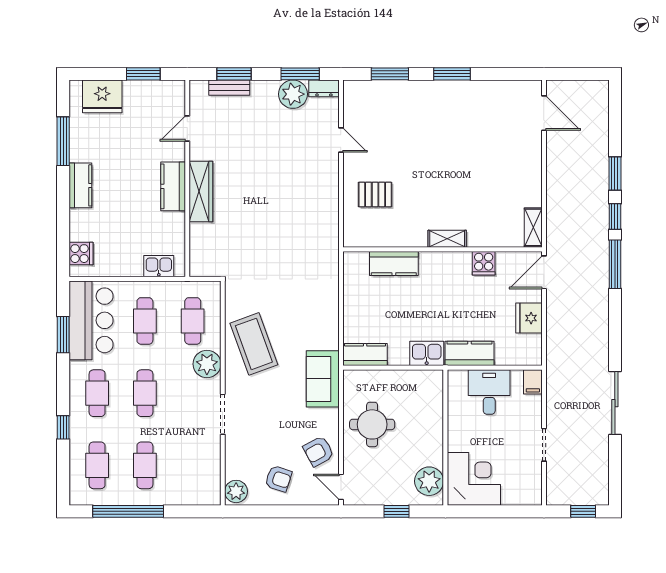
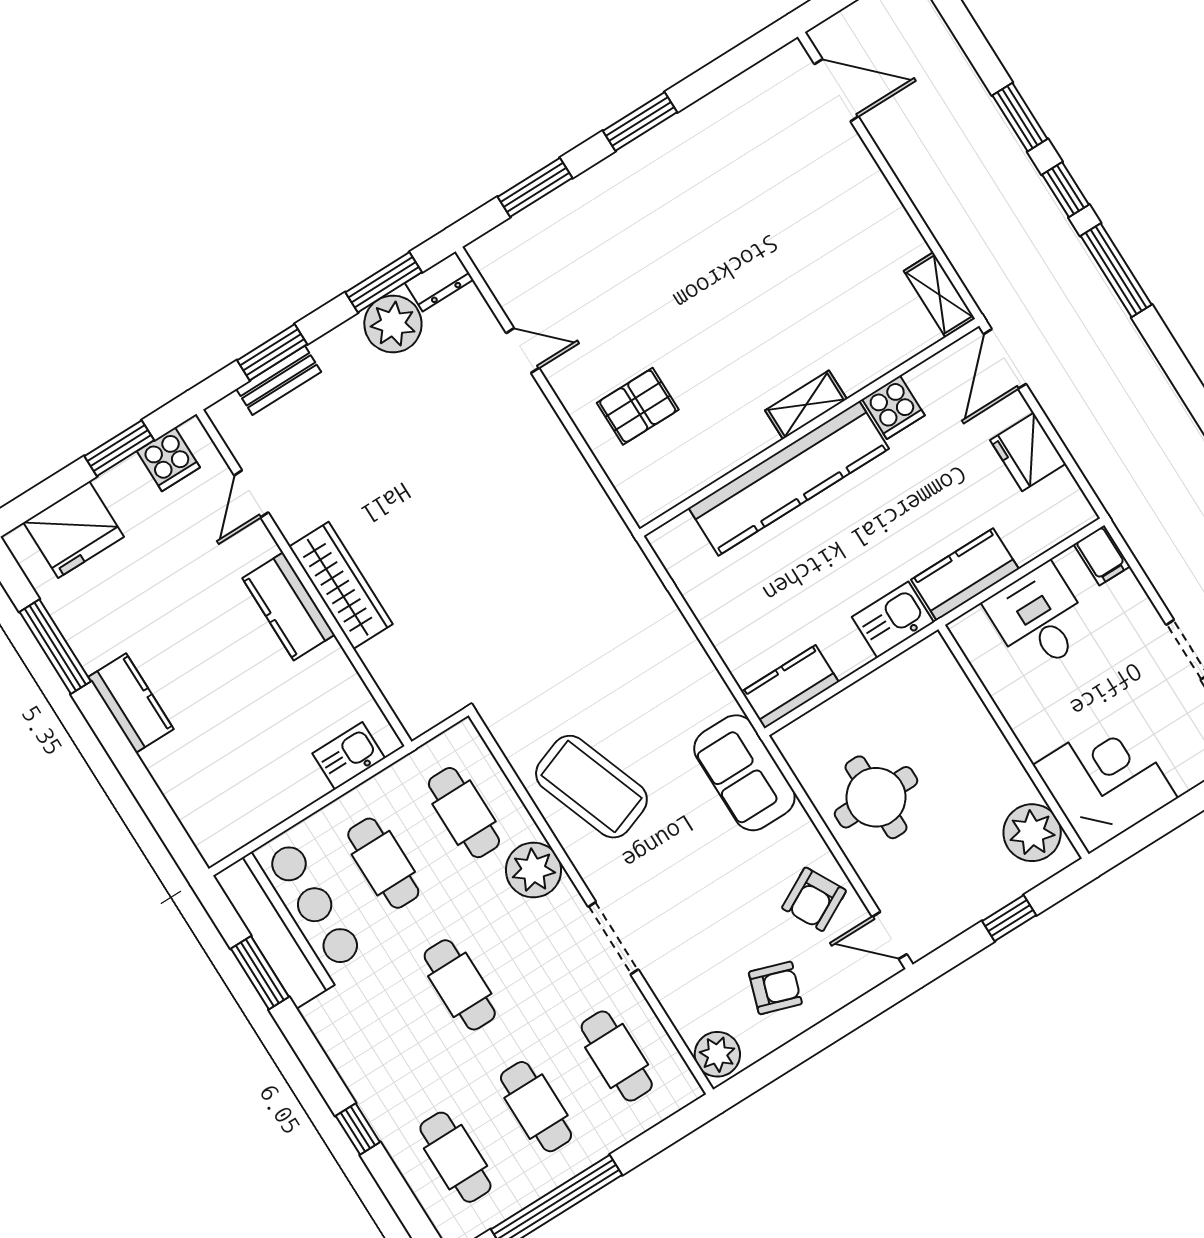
cooker: (81, 254) -> (168, 459), moved, turned 90
kitchen counter: (394, 263) -> (789, 478), width x2.08, depth x1.17
cafe table: (97, 393) -> (617, 1056), moved

